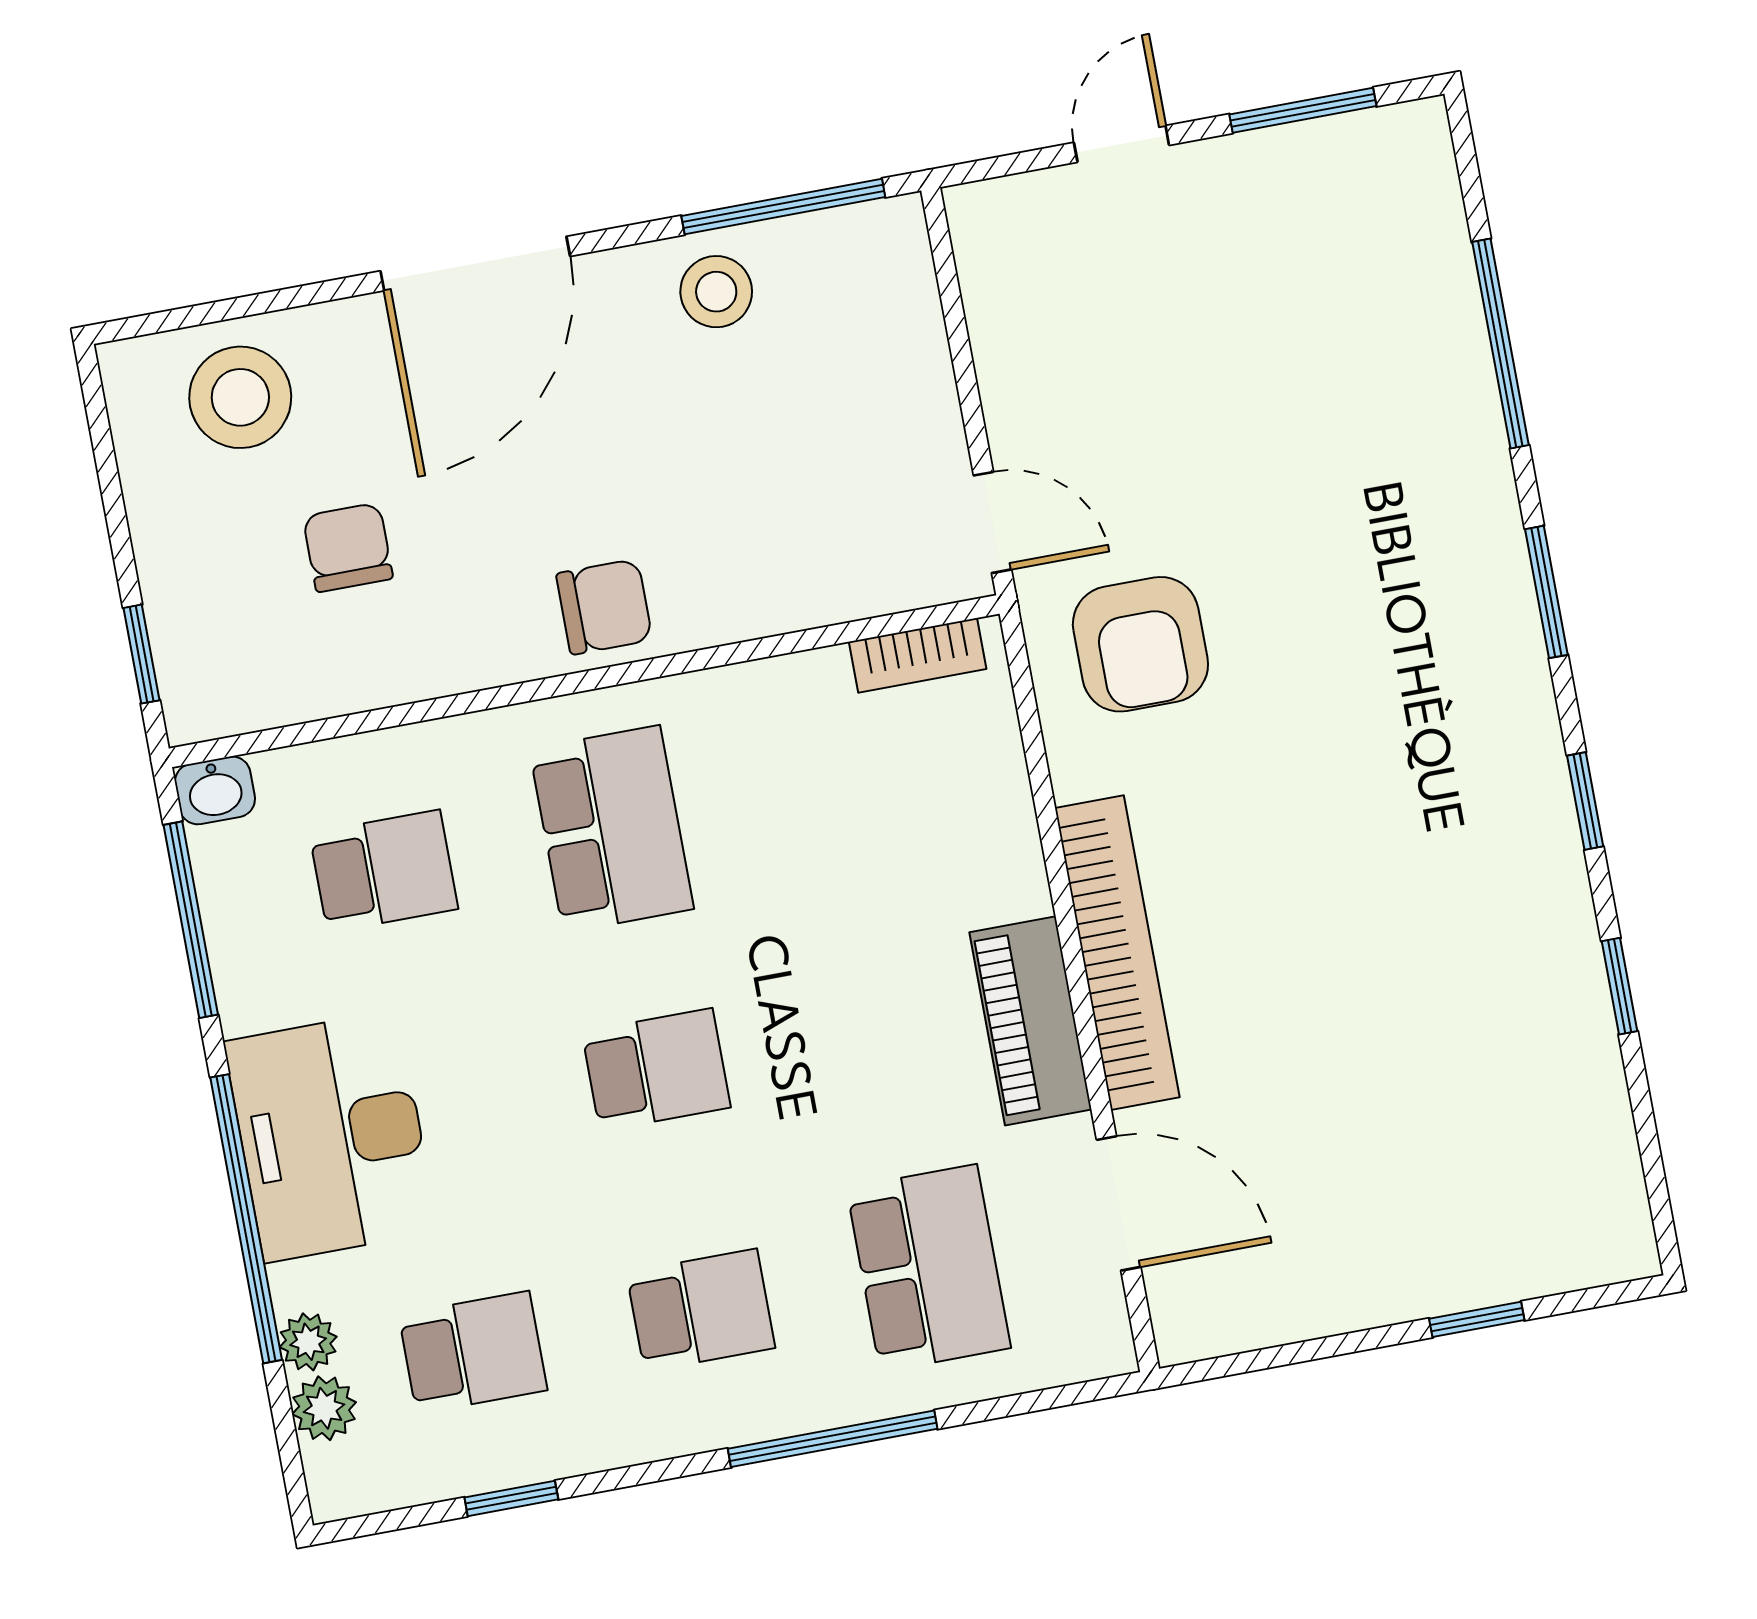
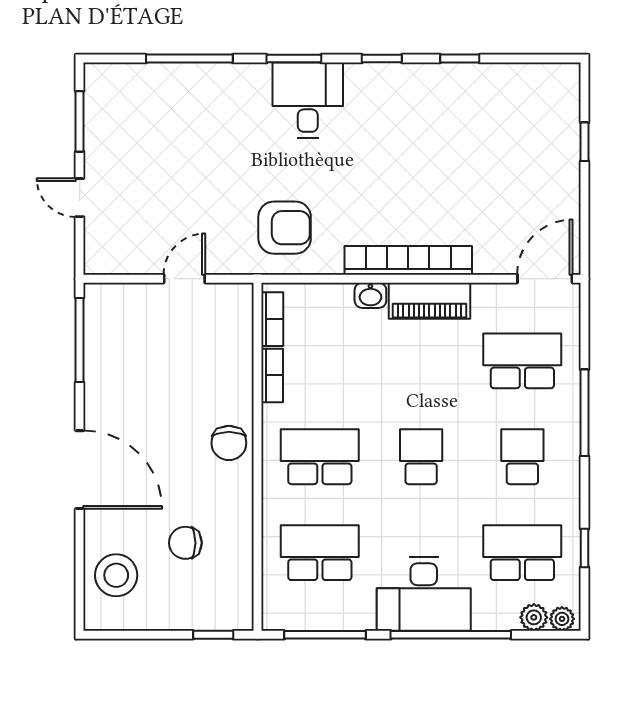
stool: (716, 292) -> (109, 374), removed
door: (992, 522) -> (184, 279), moved
chair: (604, 607) -> (229, 443), turned 180
desk: (1454, 643) -> (308, 100), added
bookcase: (784, 680) -> (272, 375), added
washbasin: (215, 790) -> (370, 295), moved, turned 90
school desk: (384, 871) -> (320, 553), width x1.85
door: (1119, 1203) -> (545, 279), moved
plant: (308, 1342) -> (562, 619), moved
school desk: (473, 1352) -> (522, 553), width x1.85

